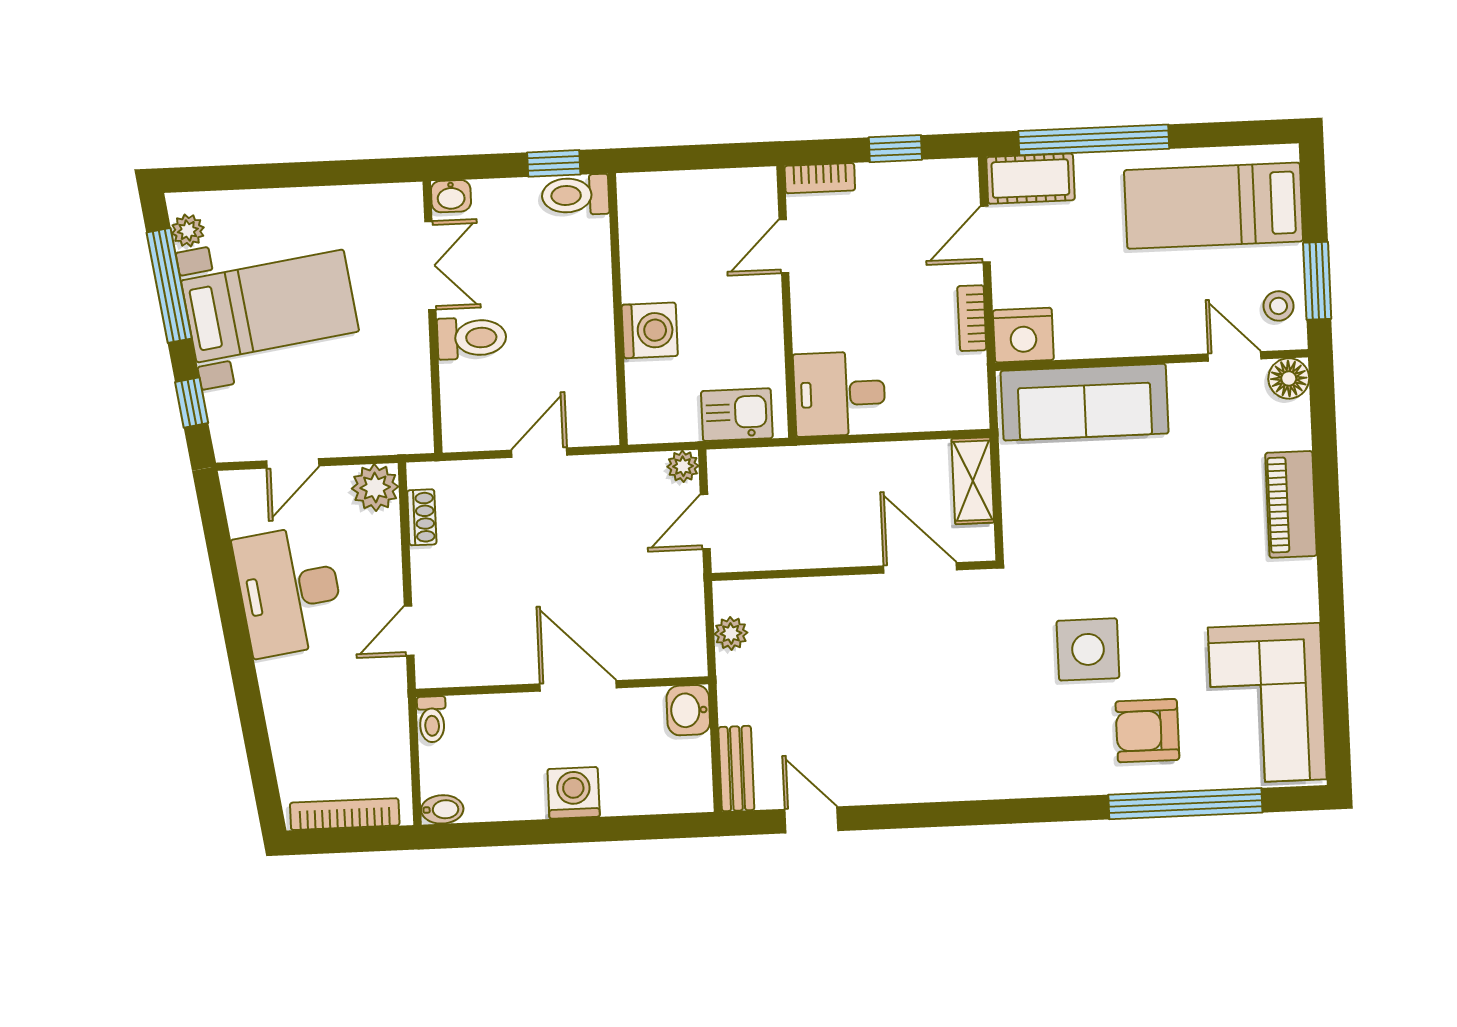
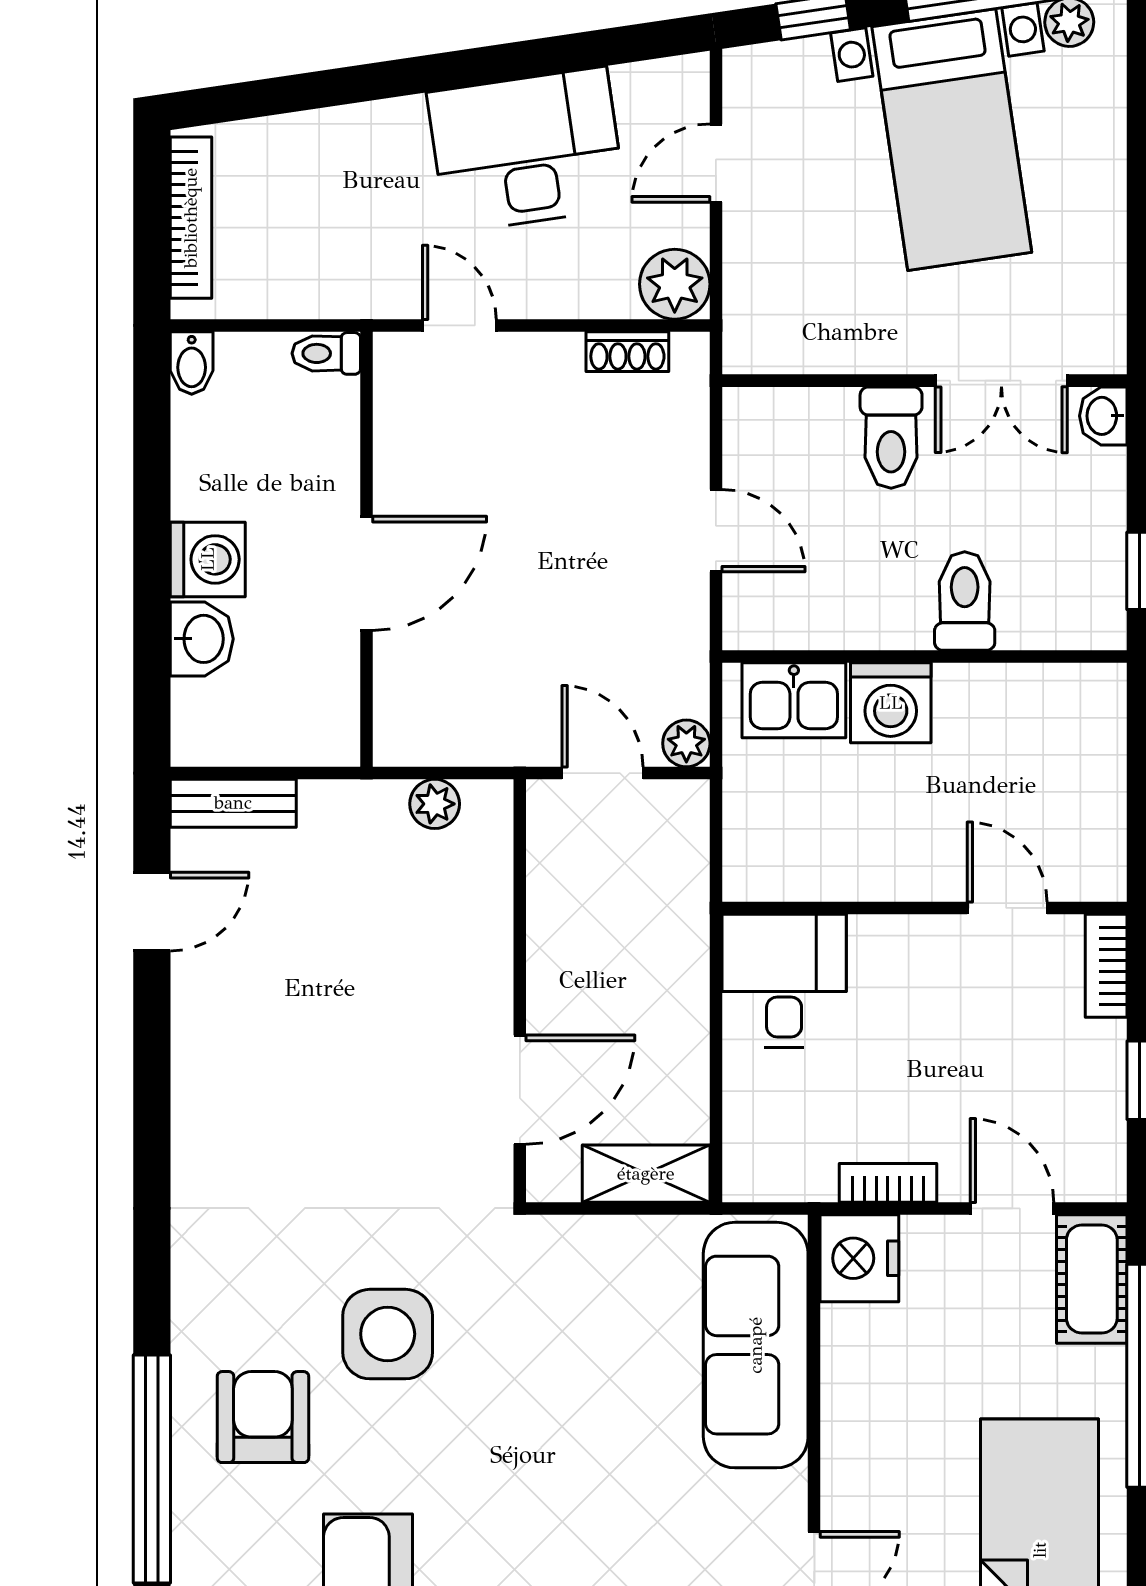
toilet: (575, 195) -> (965, 601), moved
kitchen sink: (737, 415) -> (794, 700), moved, turned 90
door: (293, 463) -> (716, 163), hinge flipped
washbasin: (688, 710) -> (202, 639), moved, turned 90

